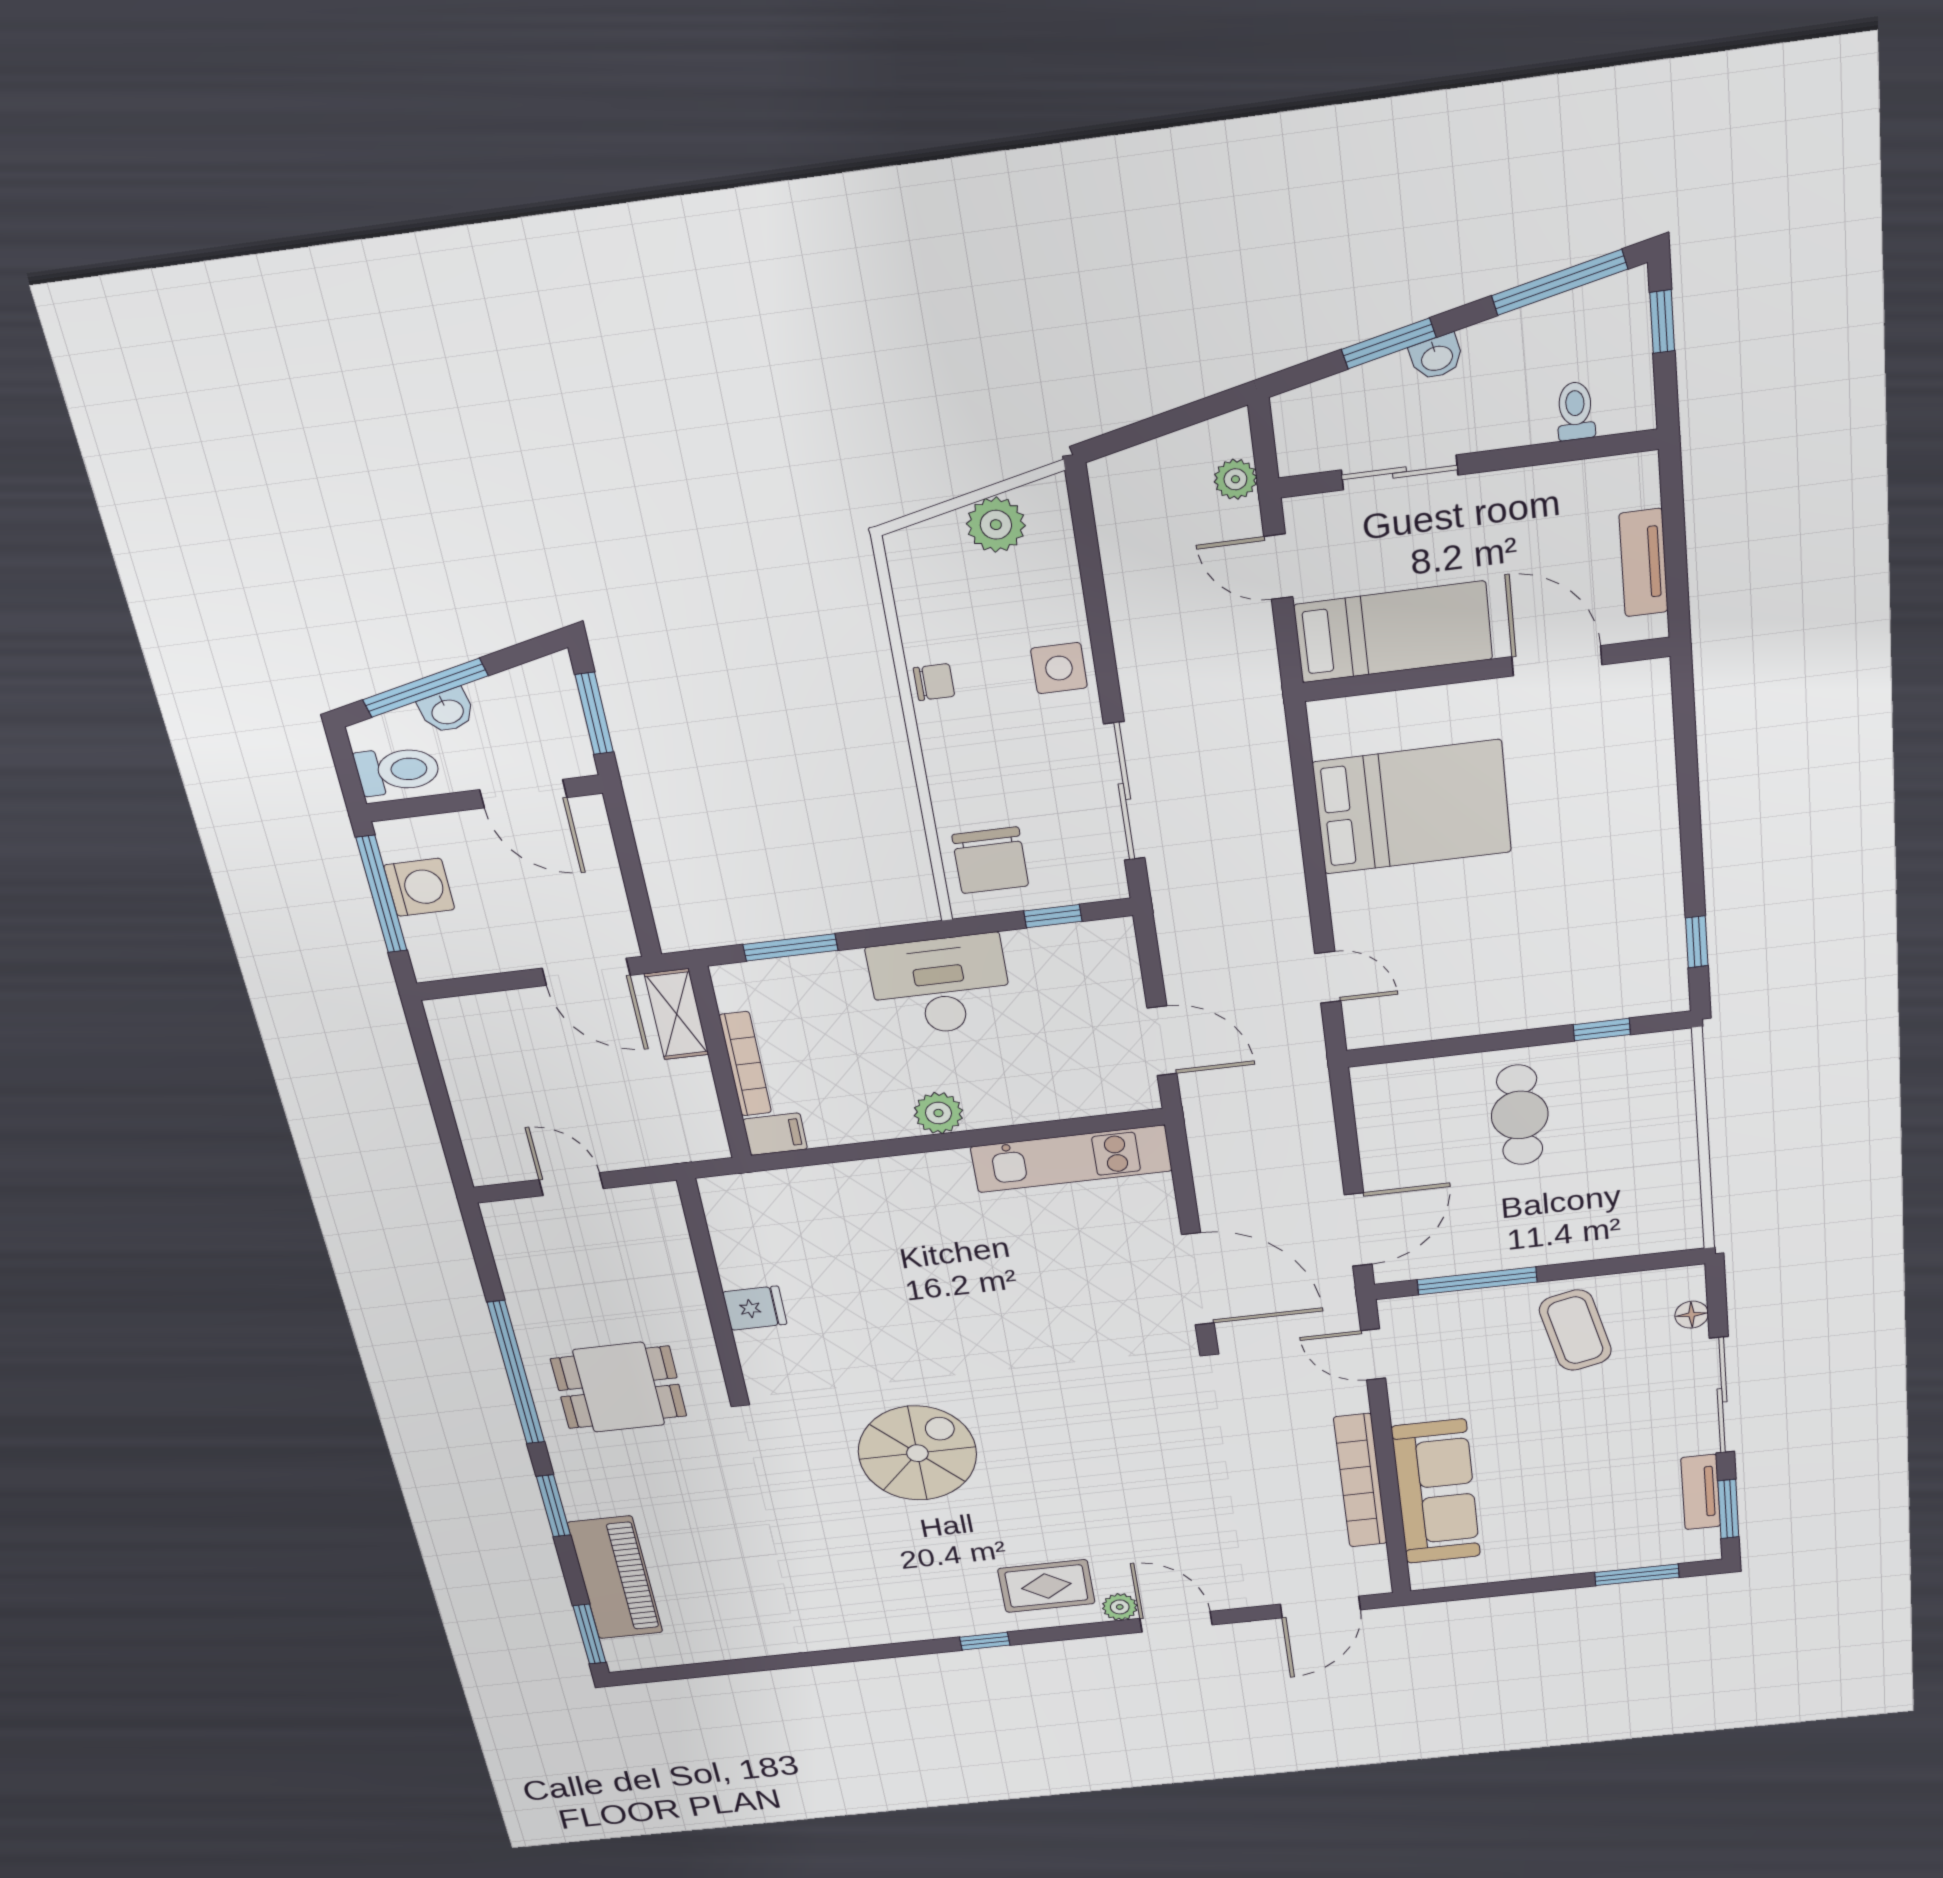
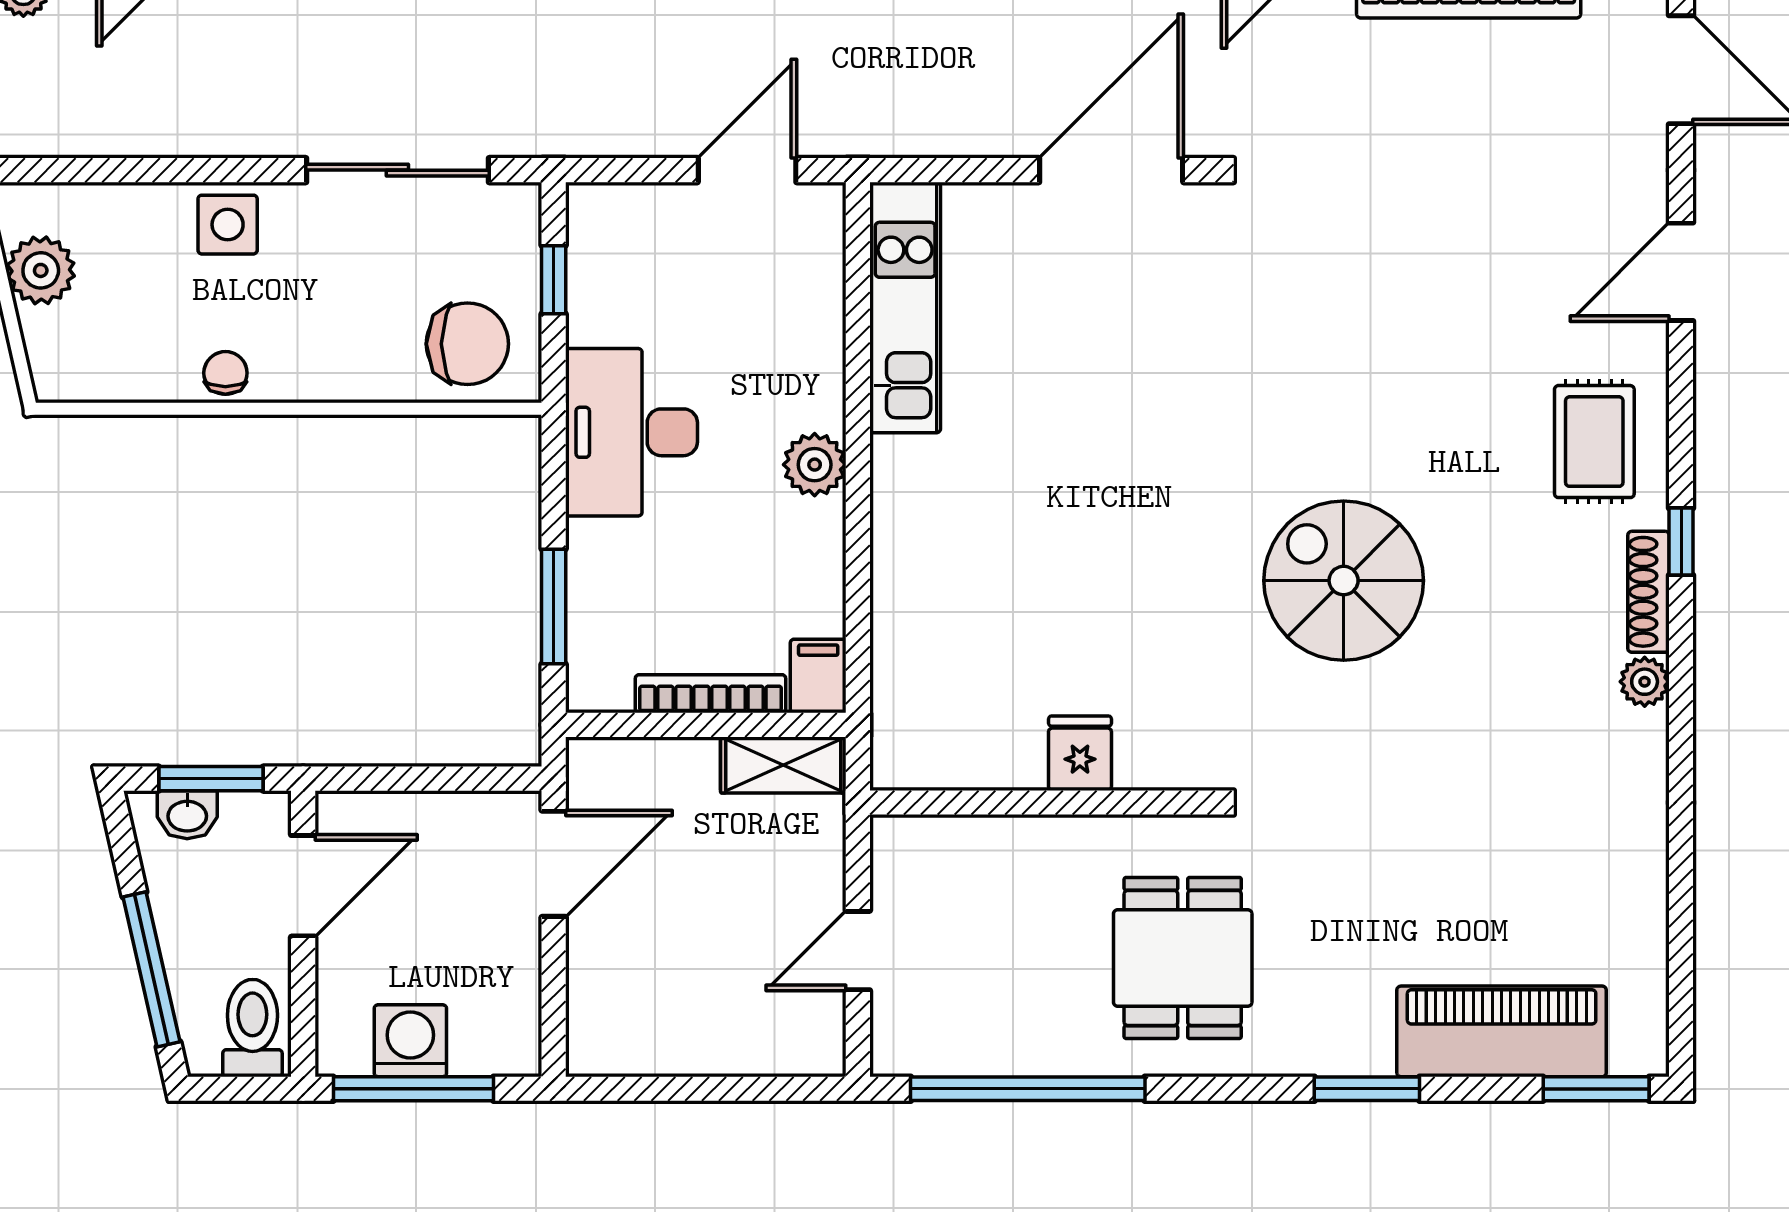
washbasin: (447, 711) -> (187, 815), moved, turned 103
shelving: (677, 1014) -> (783, 765), moved
window: (516, 1373) -> (1028, 1089), moved
plant: (1120, 1607) -> (1645, 682), moved
shoe rack: (946, 1627) -> (1648, 592), added

